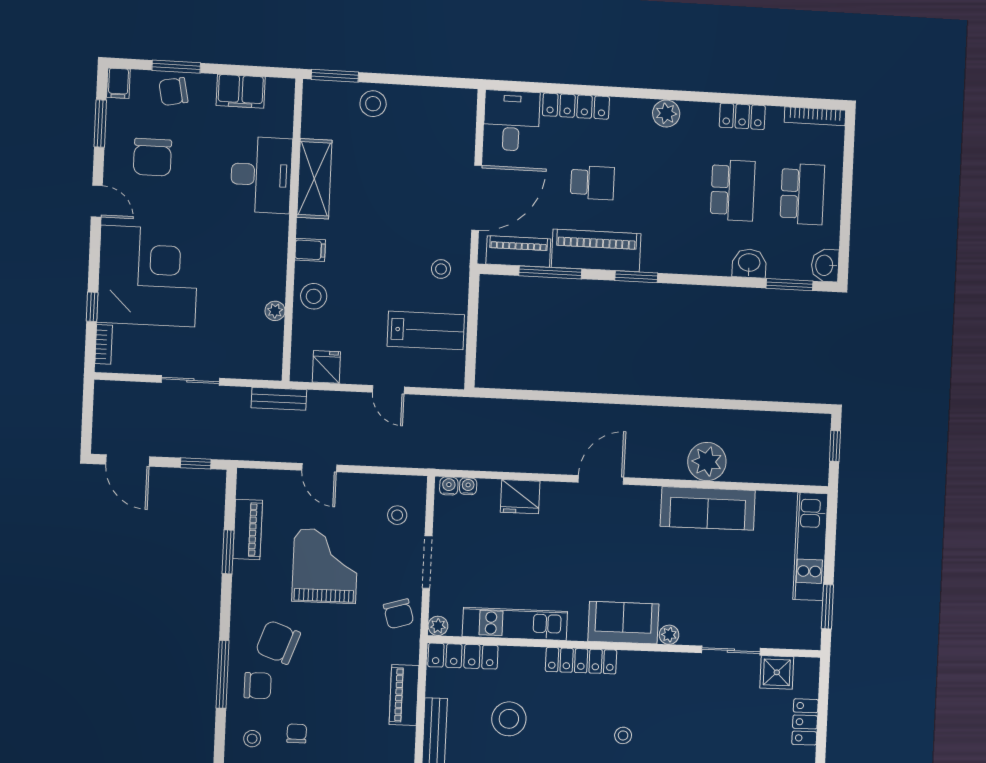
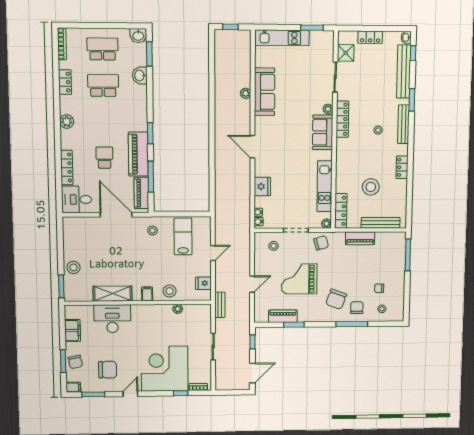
plant: (707, 462) -> (246, 93), width x0.53, depth x0.53
locker: (581, 661) -> (342, 119), moved

